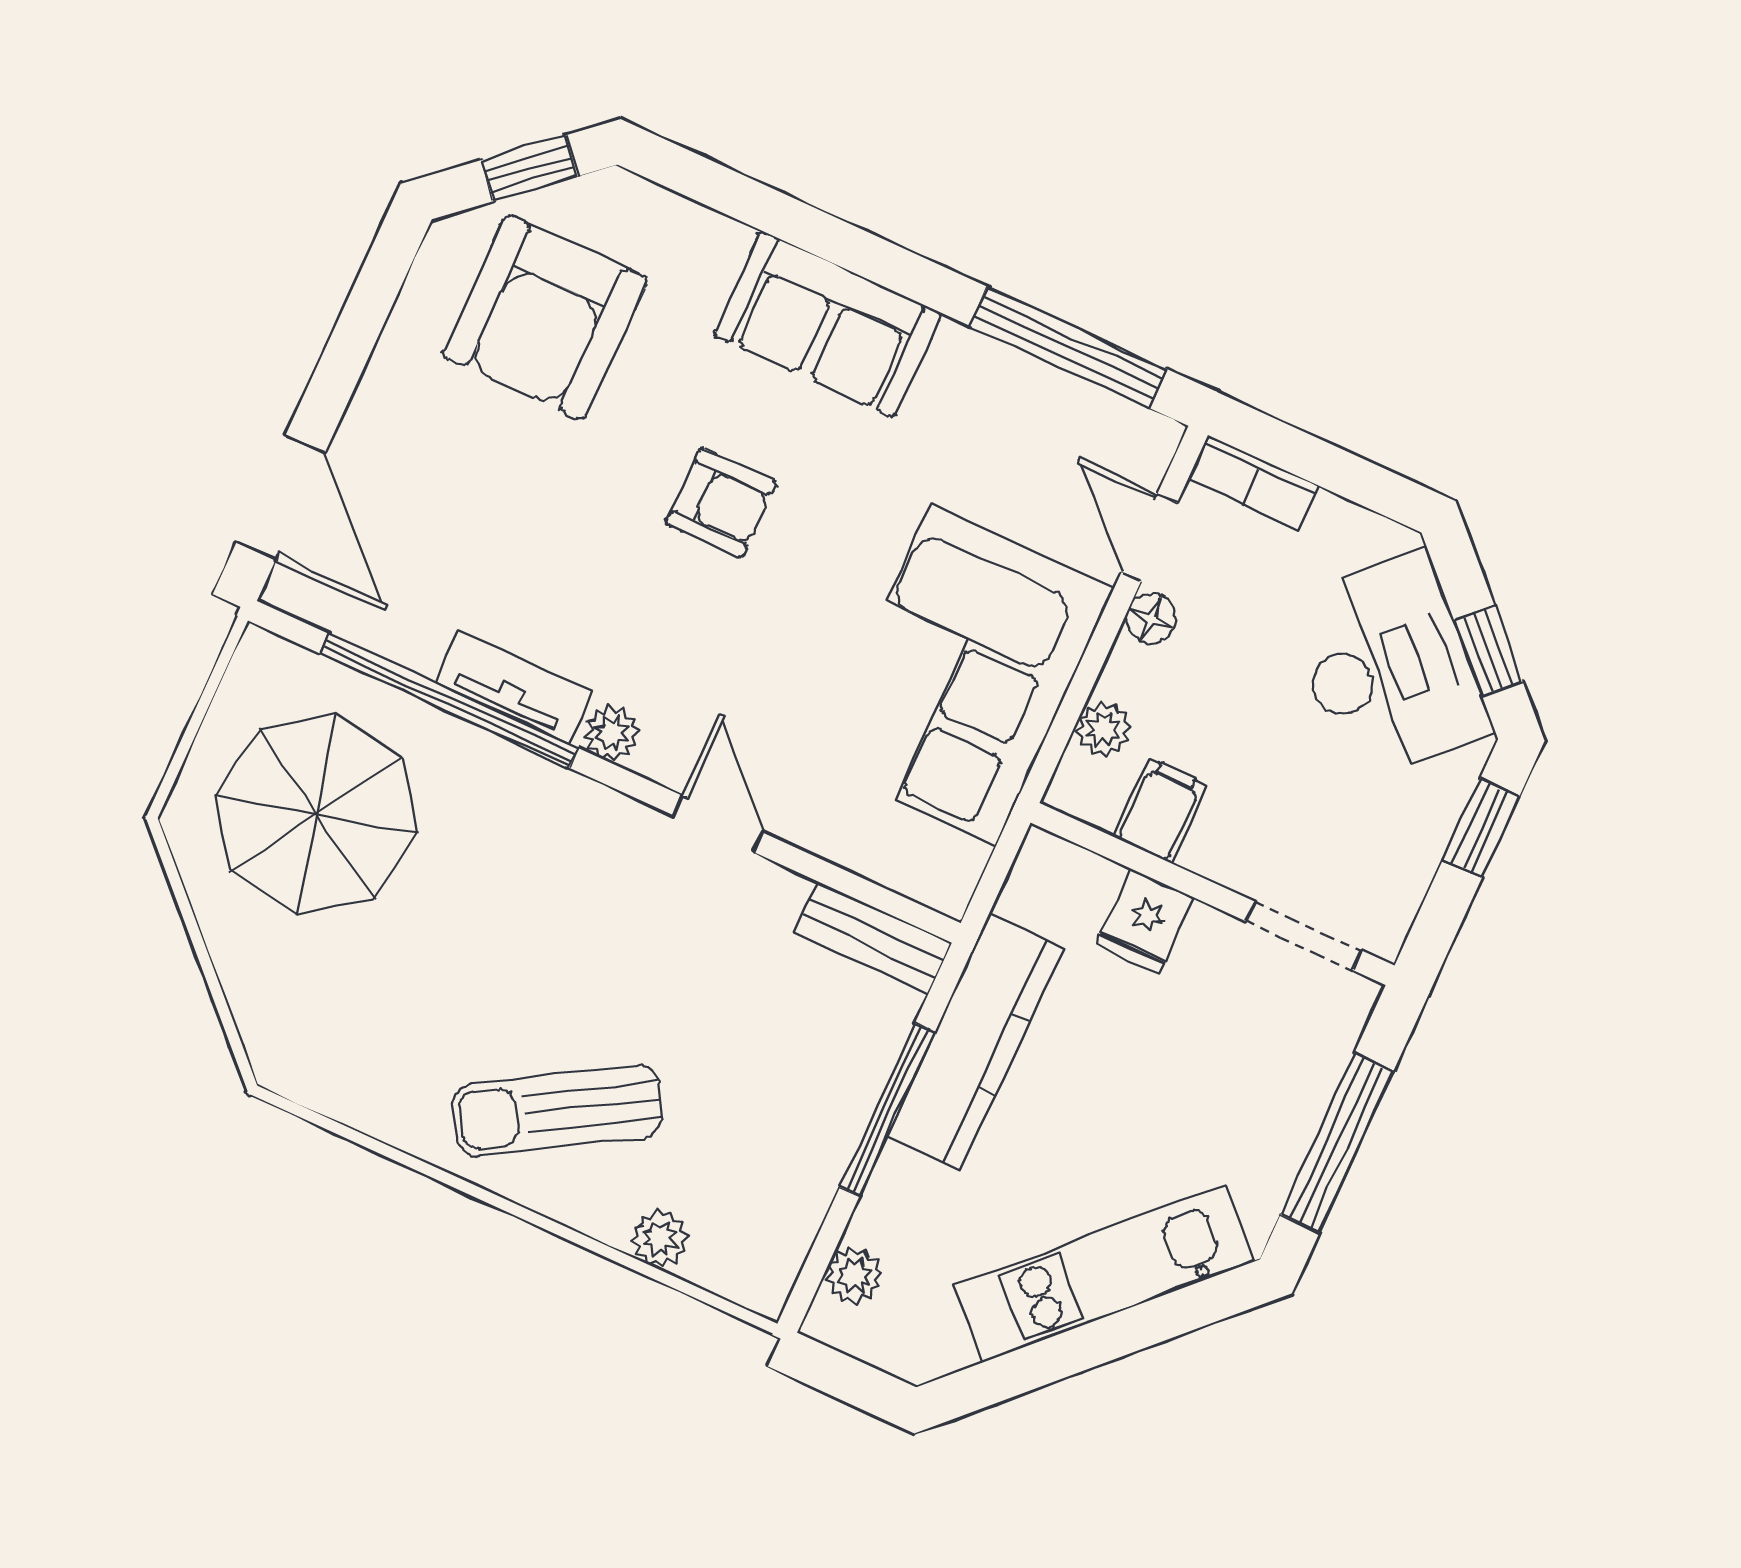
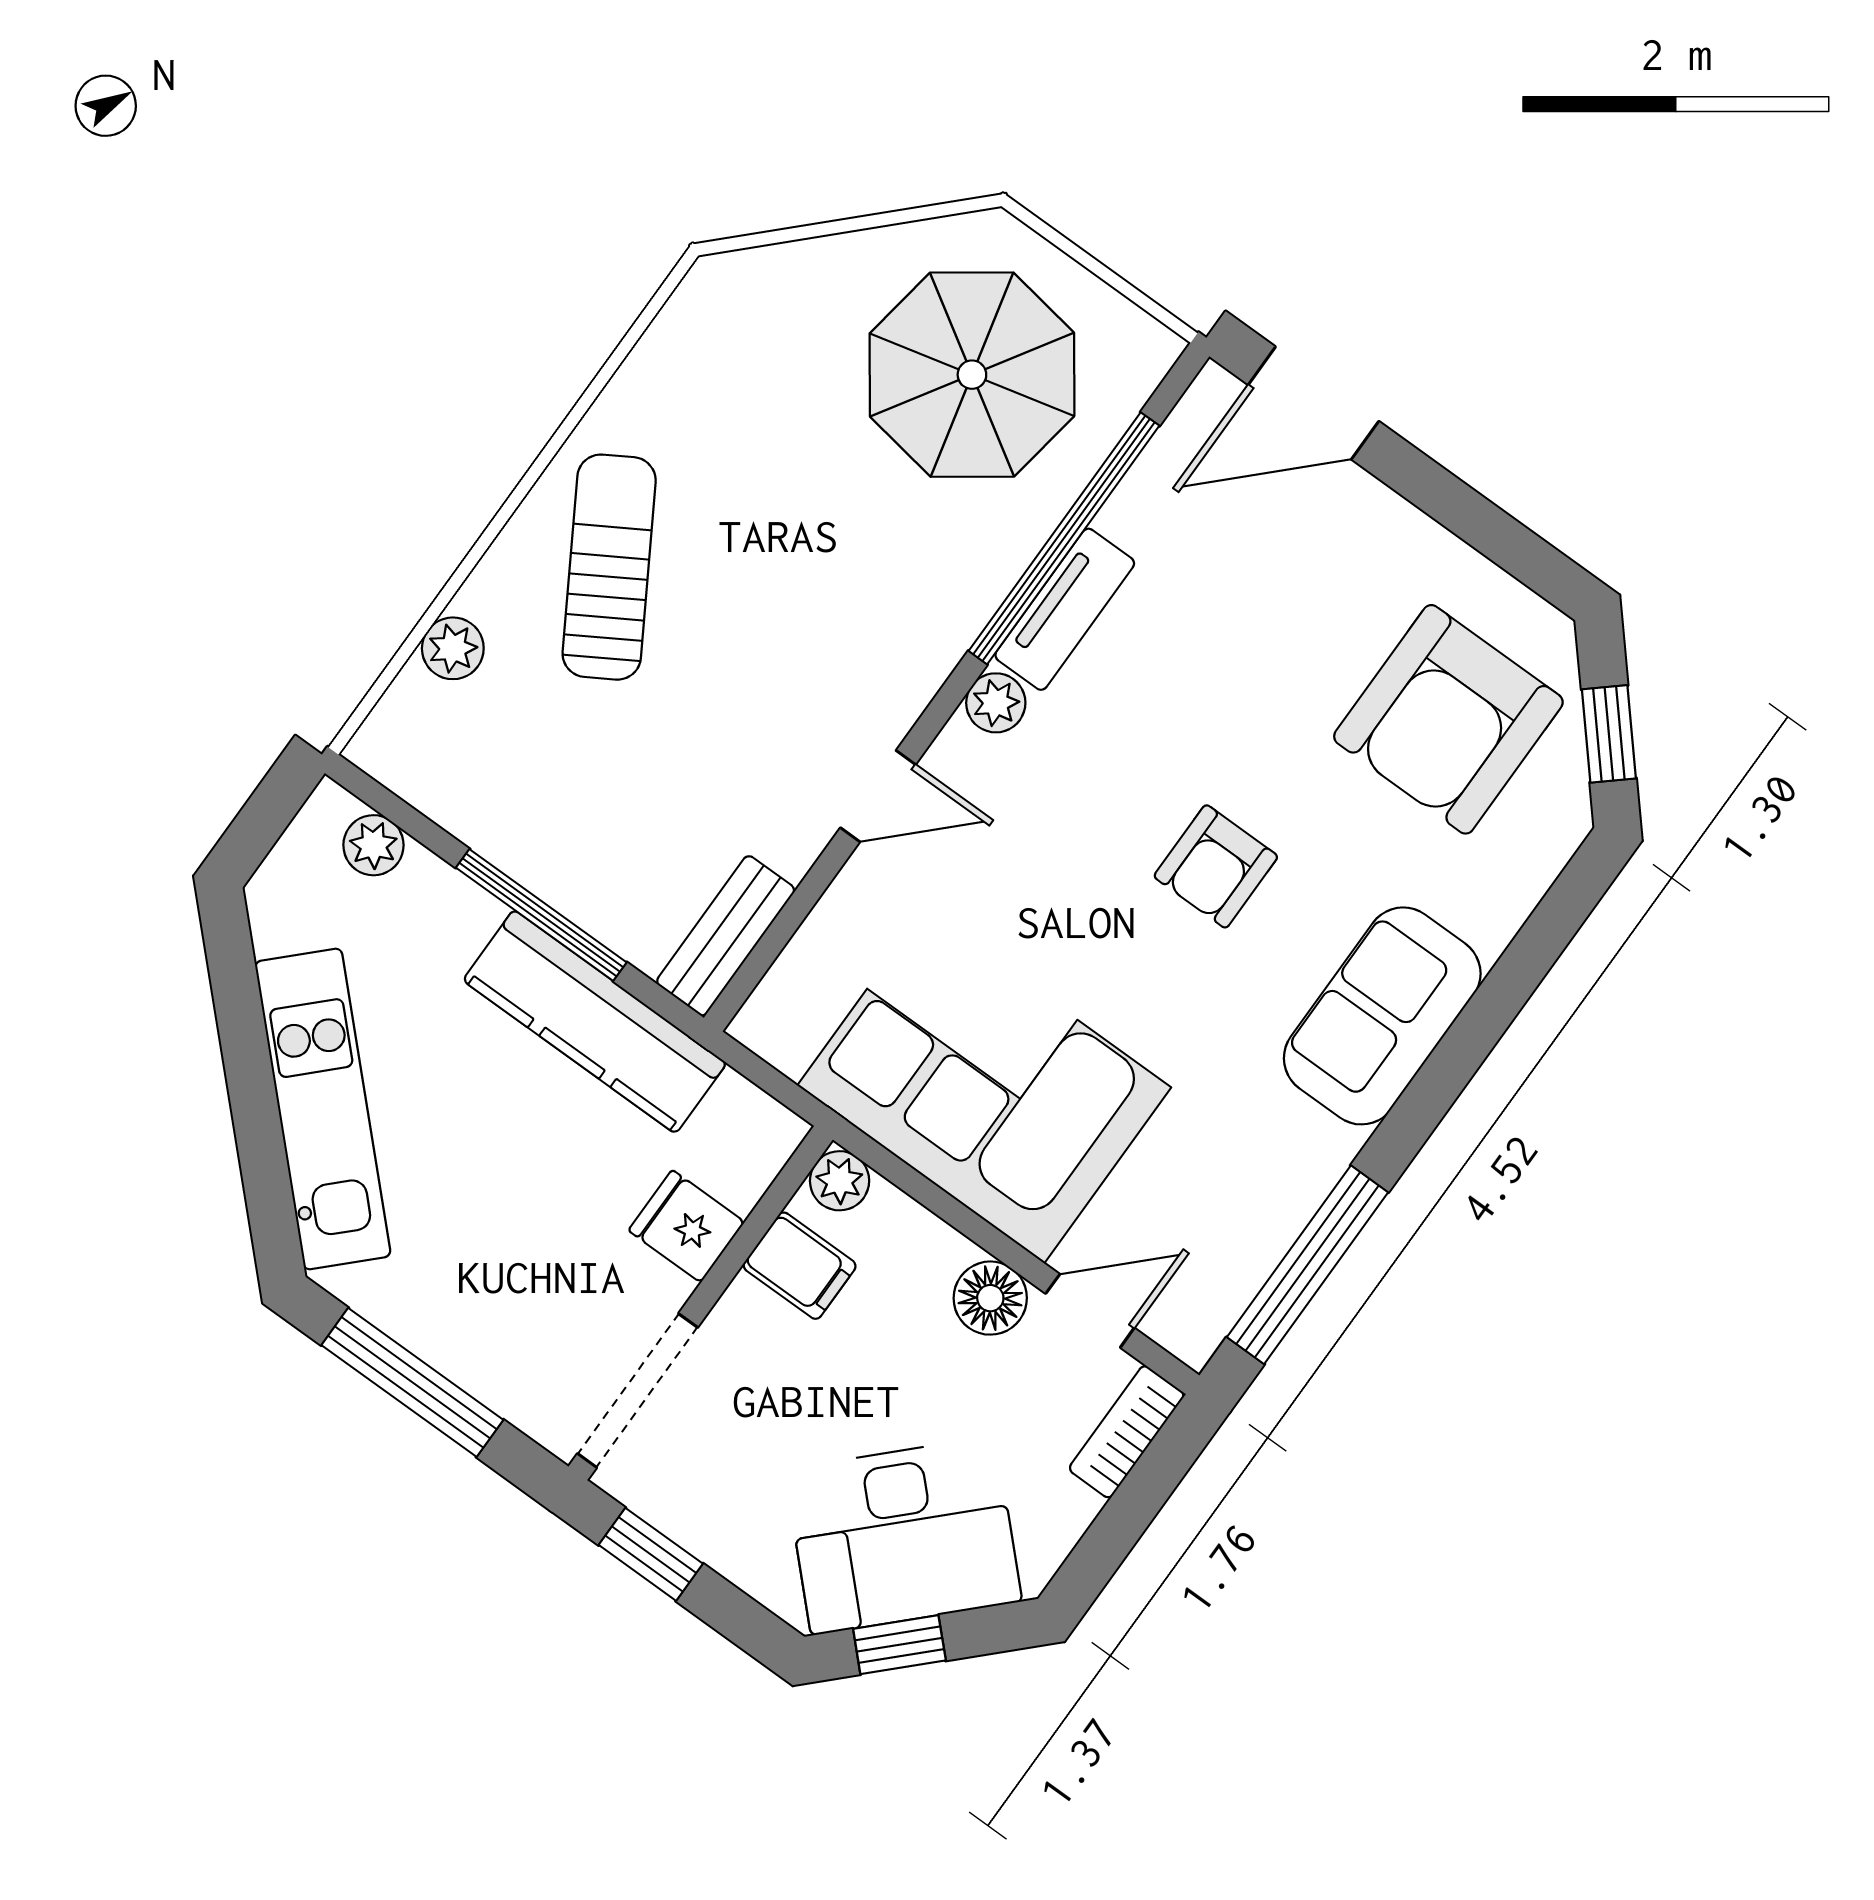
armchair: (545, 317) -> (1448, 719), turned -90
floor lamp: (1151, 619) -> (990, 1298), width x1.37, depth x1.37
plant: (1103, 729) -> (840, 1181), moved
window: (1481, 828) -> (651, 1554), moved
doorway: (1304, 936) -> (638, 1390), width x1.38

